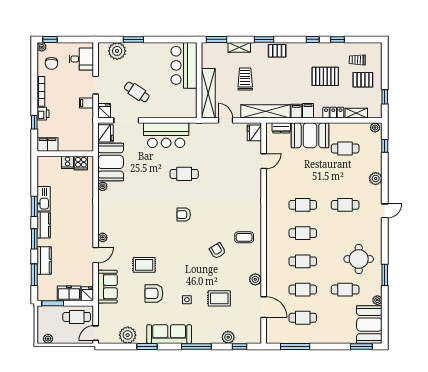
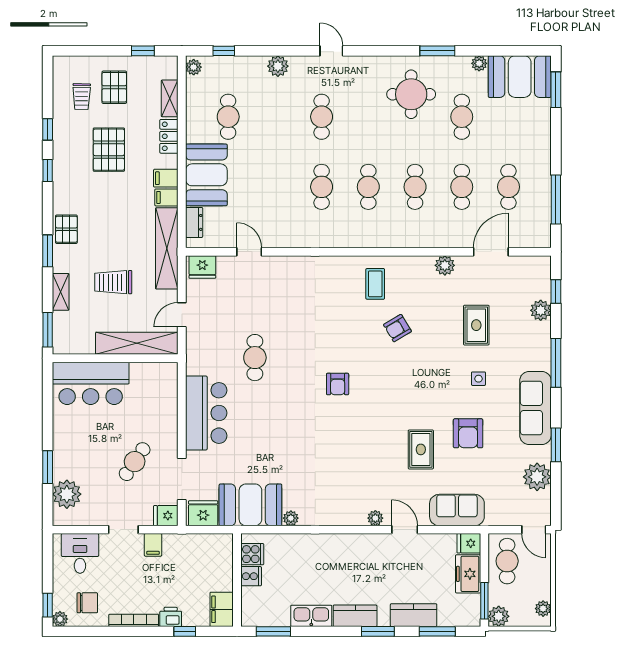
cafe table: (184, 174) -> (255, 358), moved
window: (34, 206) -> (273, 631), moved
plant: (43, 312) -> (499, 616), added

